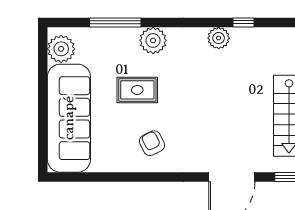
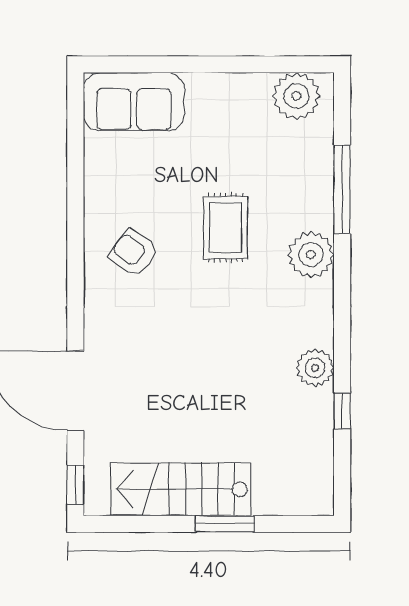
sofa: (69, 118) -> (134, 102), width x0.54, depth x0.79
armchair: (152, 143) -> (134, 253), turned -118

